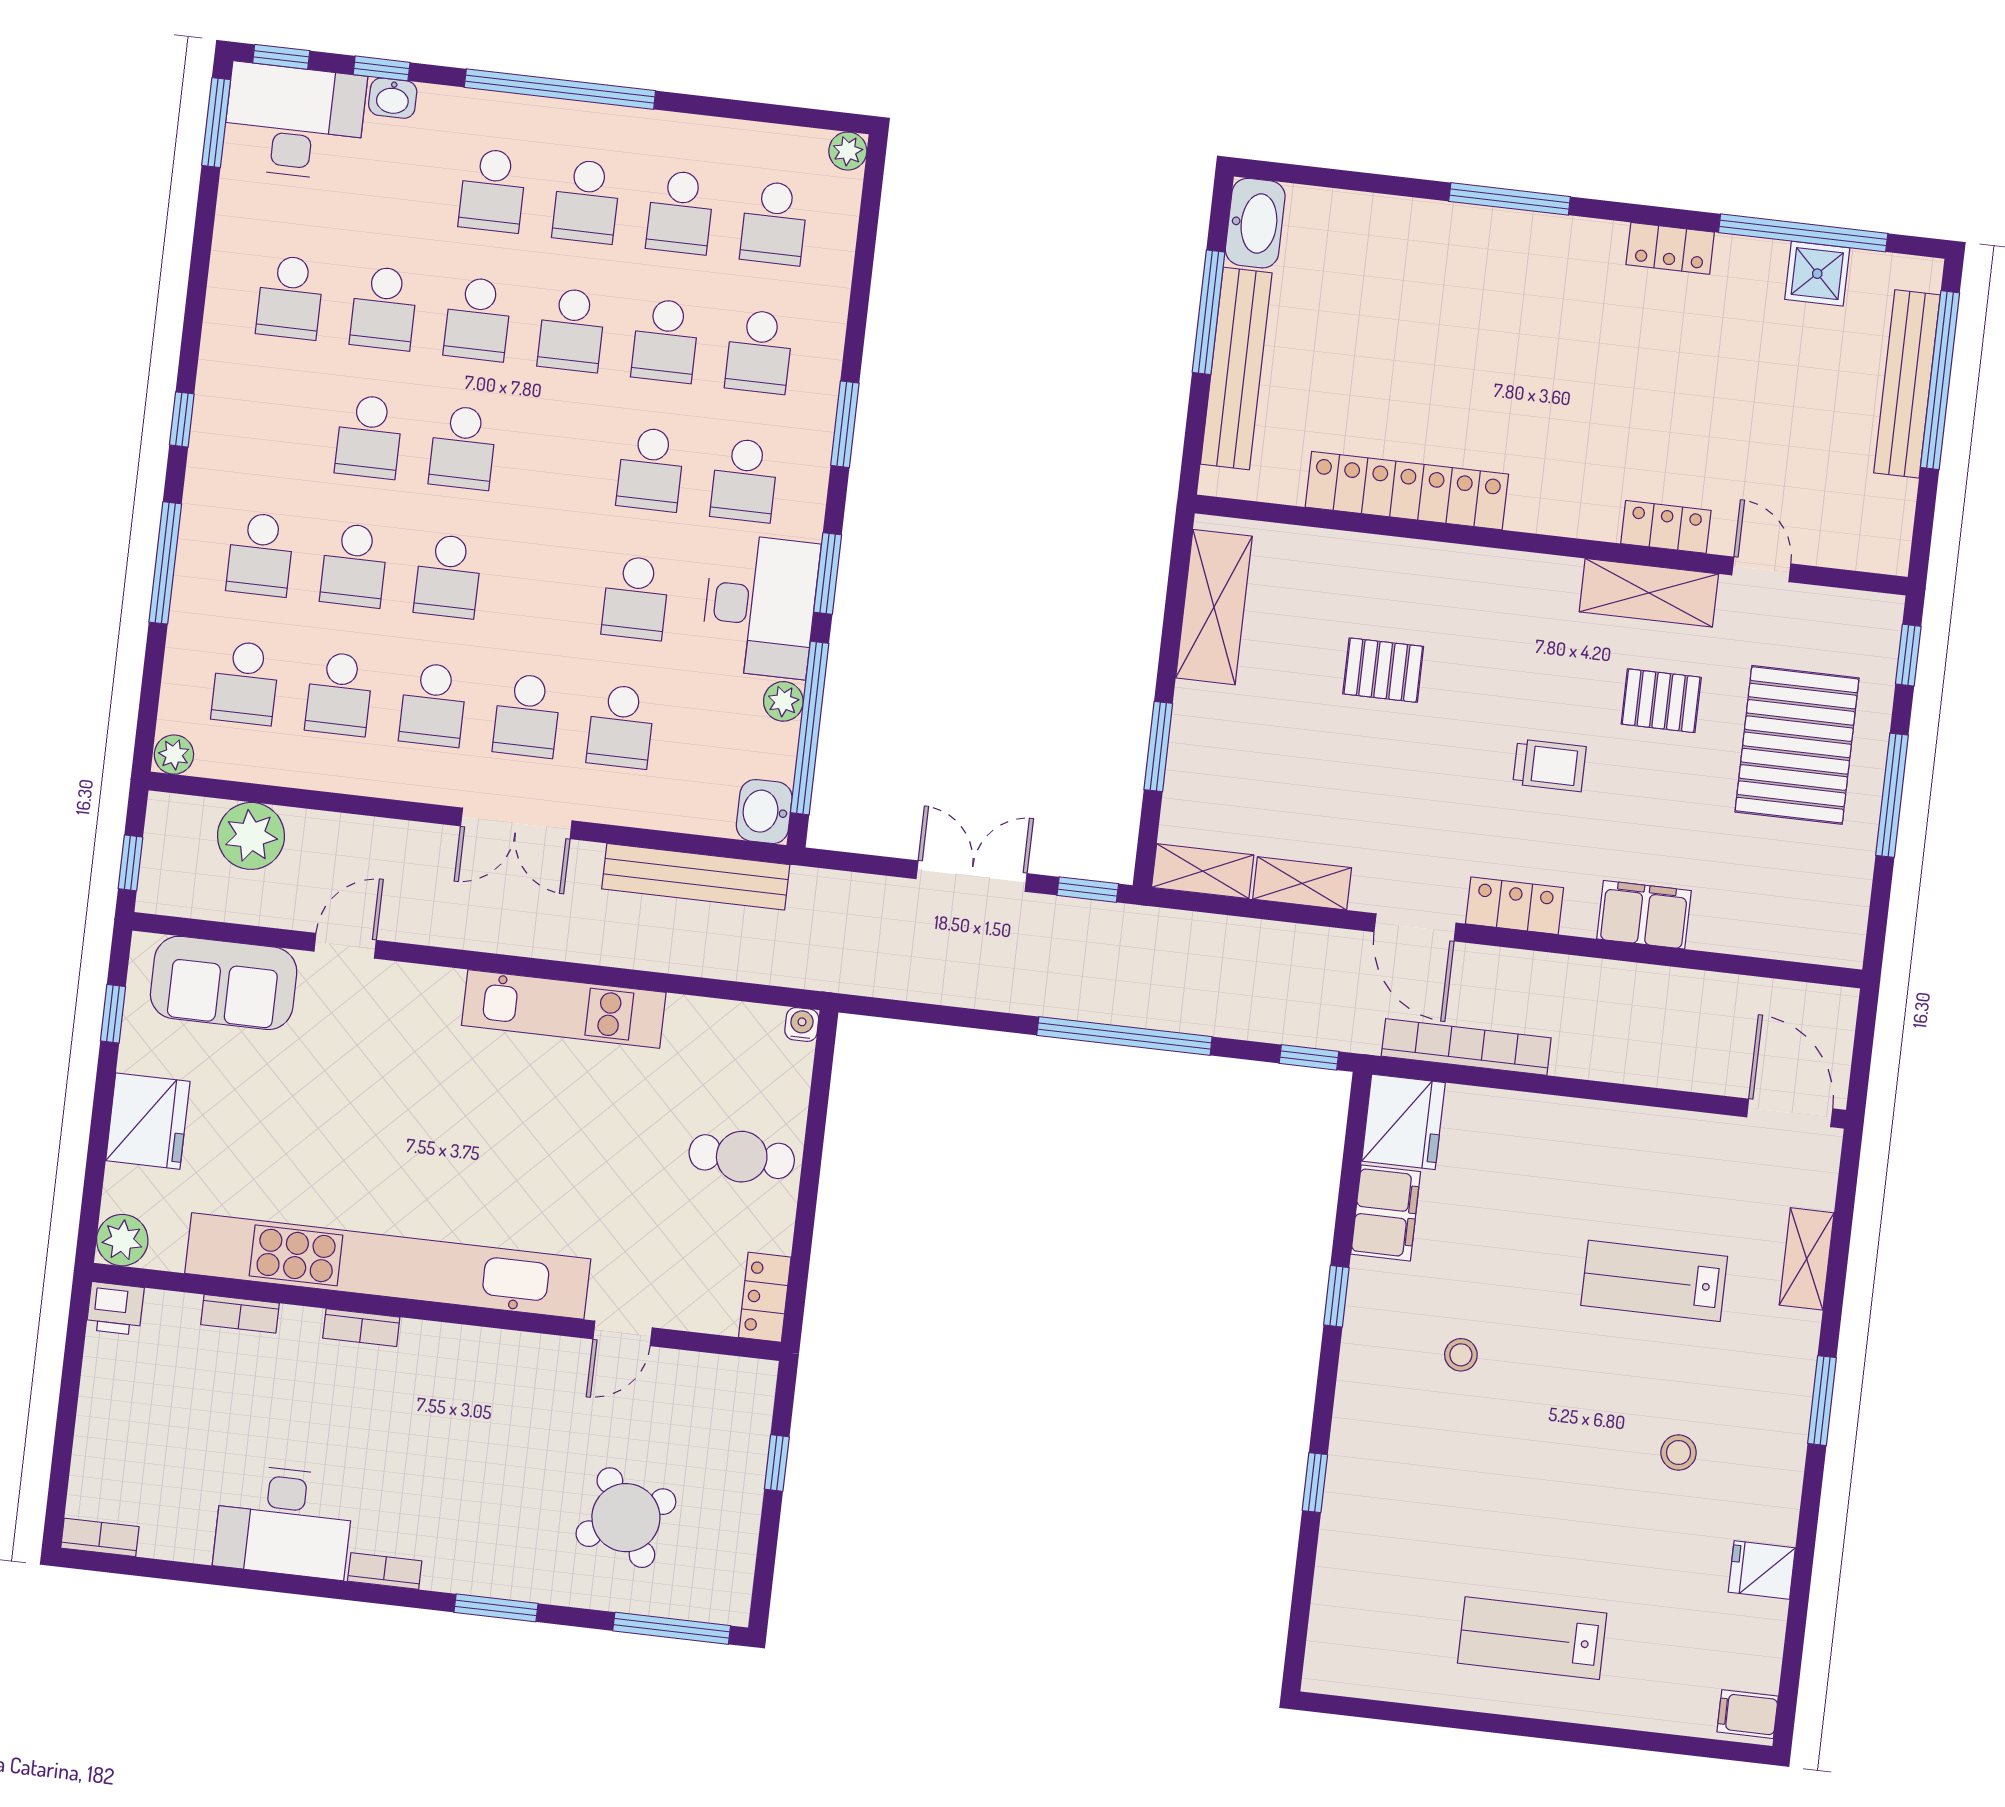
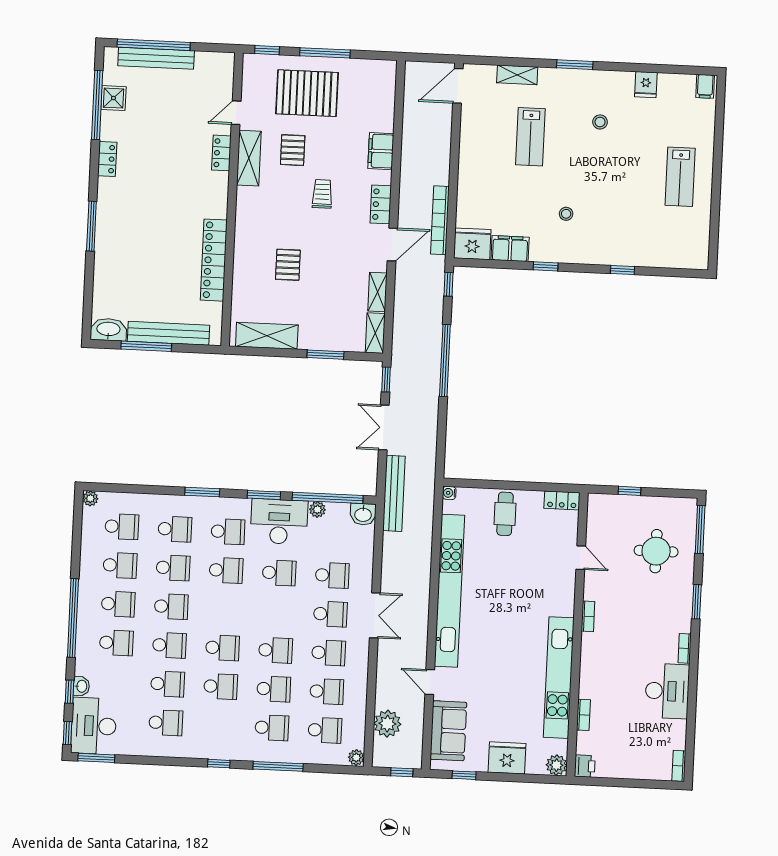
bench: (696, 877) -> (394, 493), moved
kitchen unit: (564, 1009) -> (449, 591), width x1.86
kitchen unit: (388, 1266) -> (559, 678), width x0.73
bookcase: (361, 1328) -> (588, 616), moved
round table: (626, 1518) -> (656, 551), turned 30

